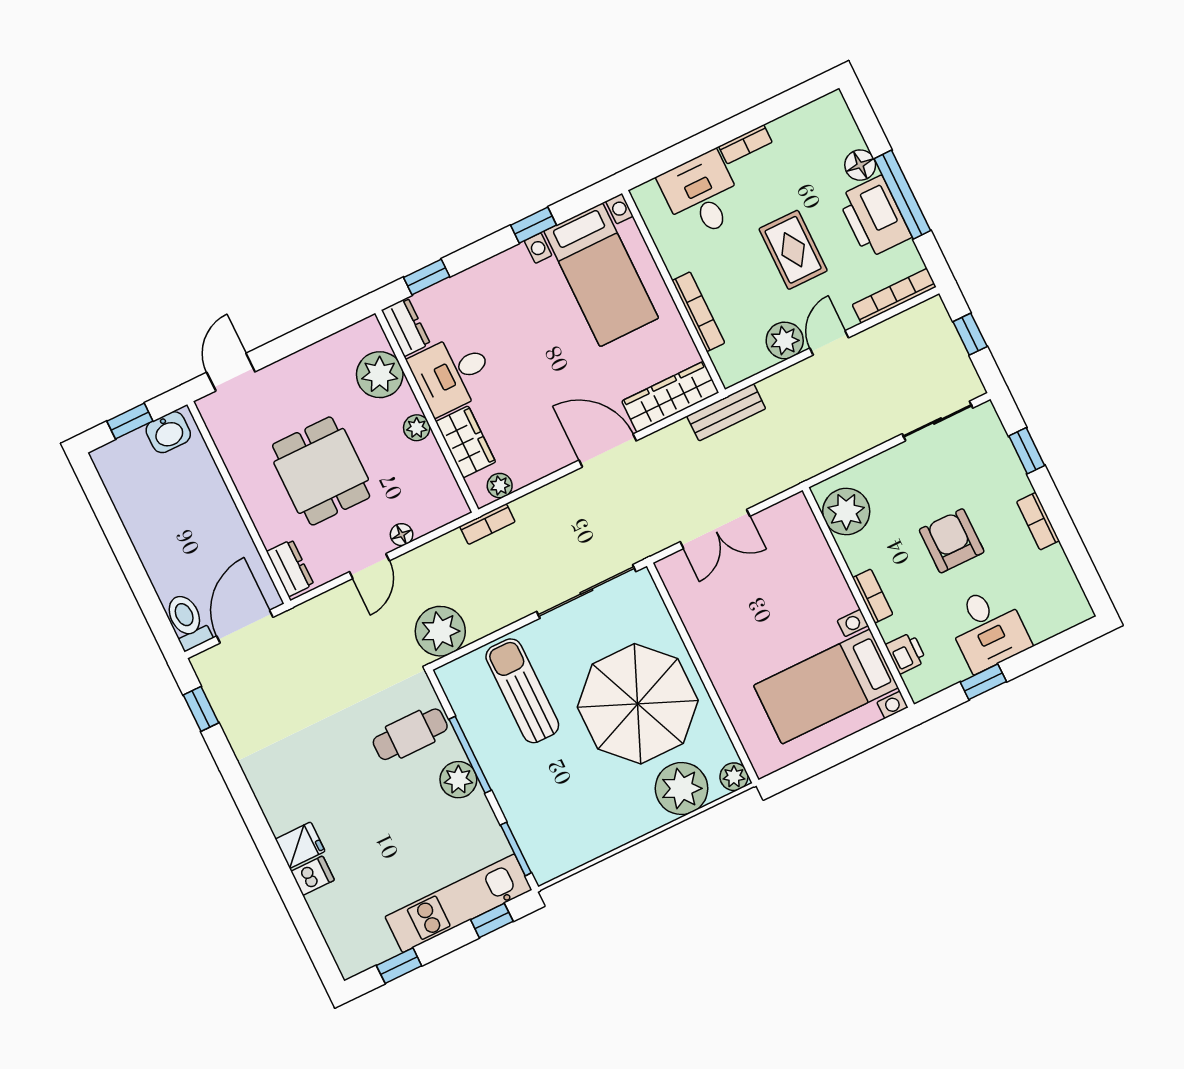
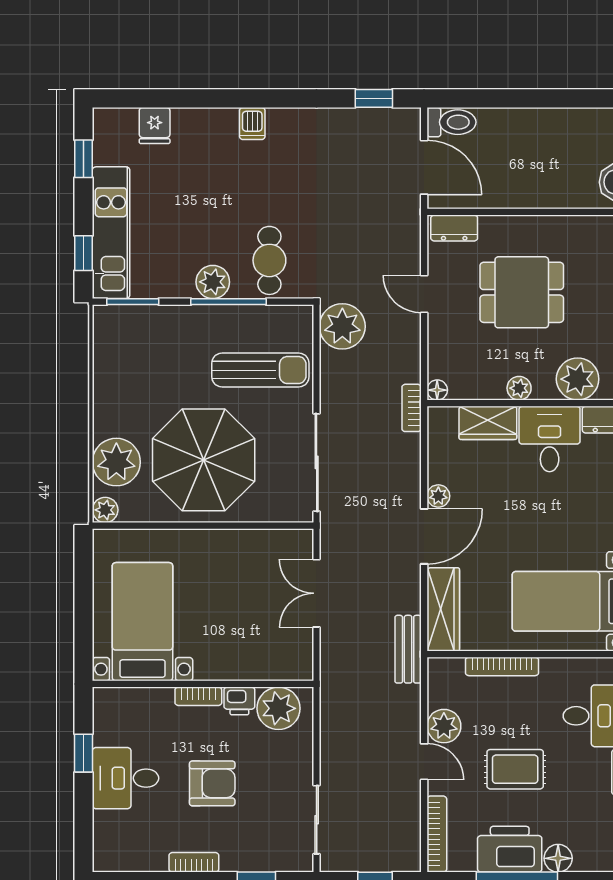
plant: (500, 486) -> (438, 496), moved
floor lamp: (402, 535) -> (437, 390), moved
printer: (906, 653) -> (239, 701), moved
fridge: (300, 845) -> (155, 125), moved
dishwasher: (313, 876) -> (252, 124), moved

